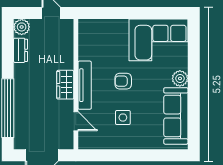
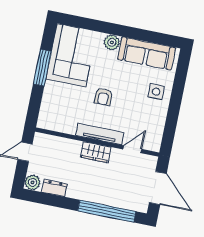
window: (140, 13) -> (42, 68), added
side table: (123, 118) -> (156, 92), moved

